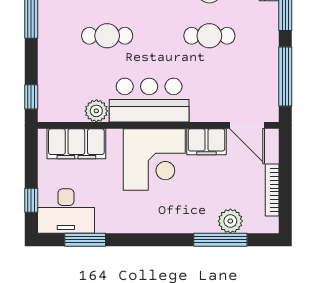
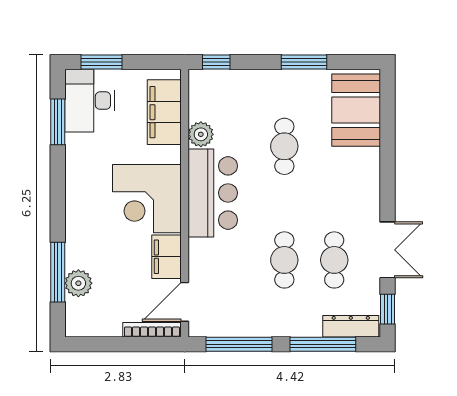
bookcase: (272, 190) -> (152, 330), moved
window: (31, 200) -> (101, 62), width x1.50

